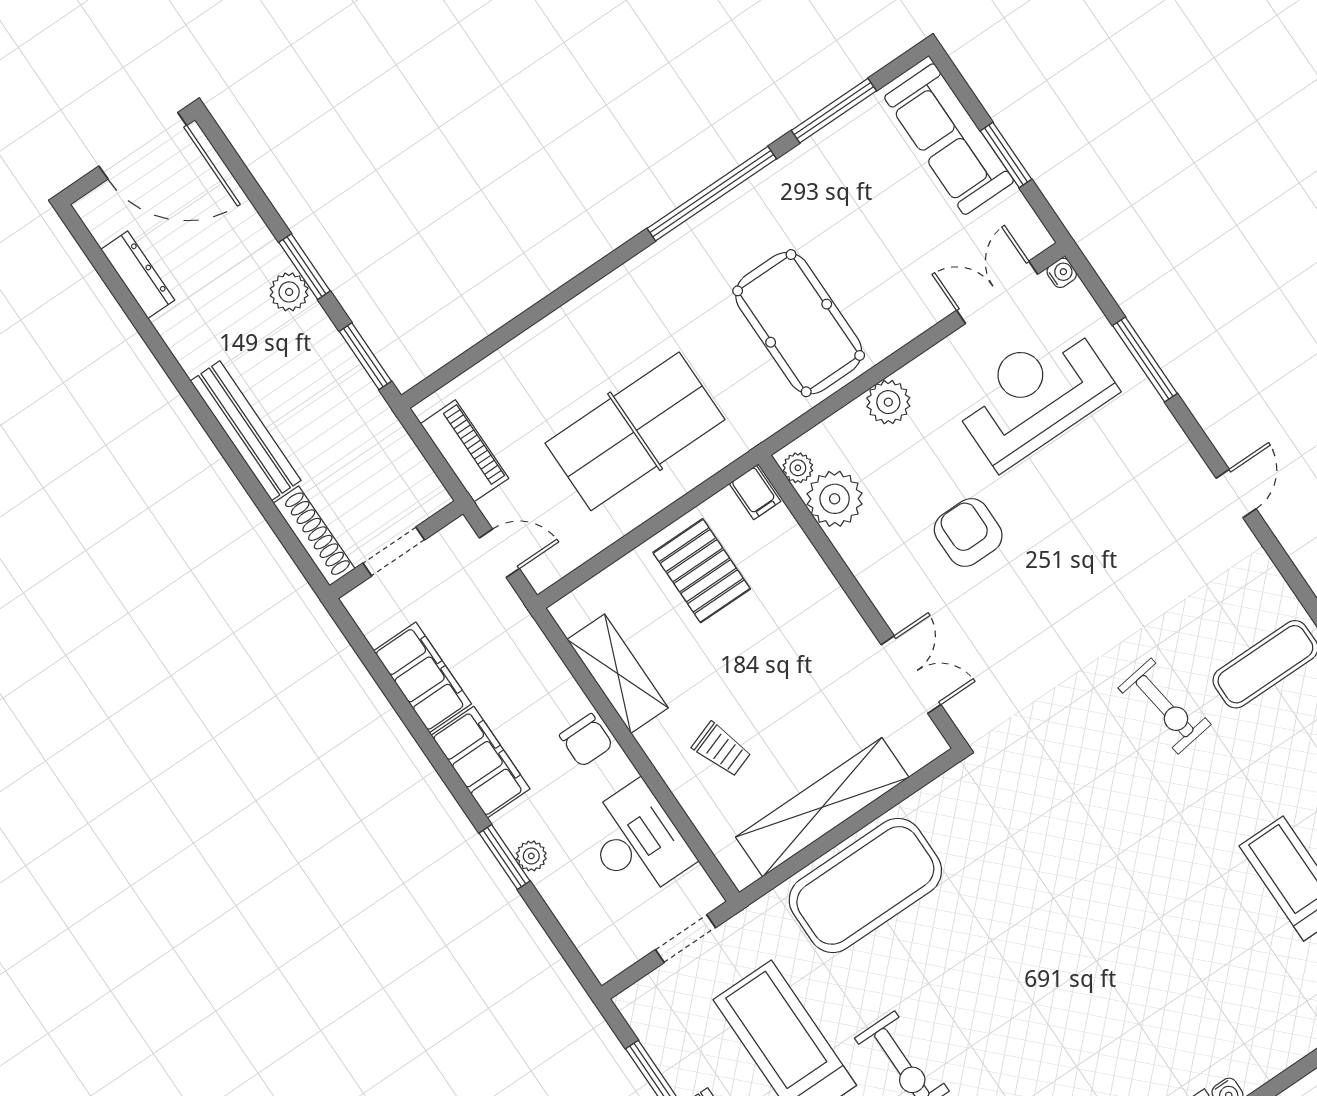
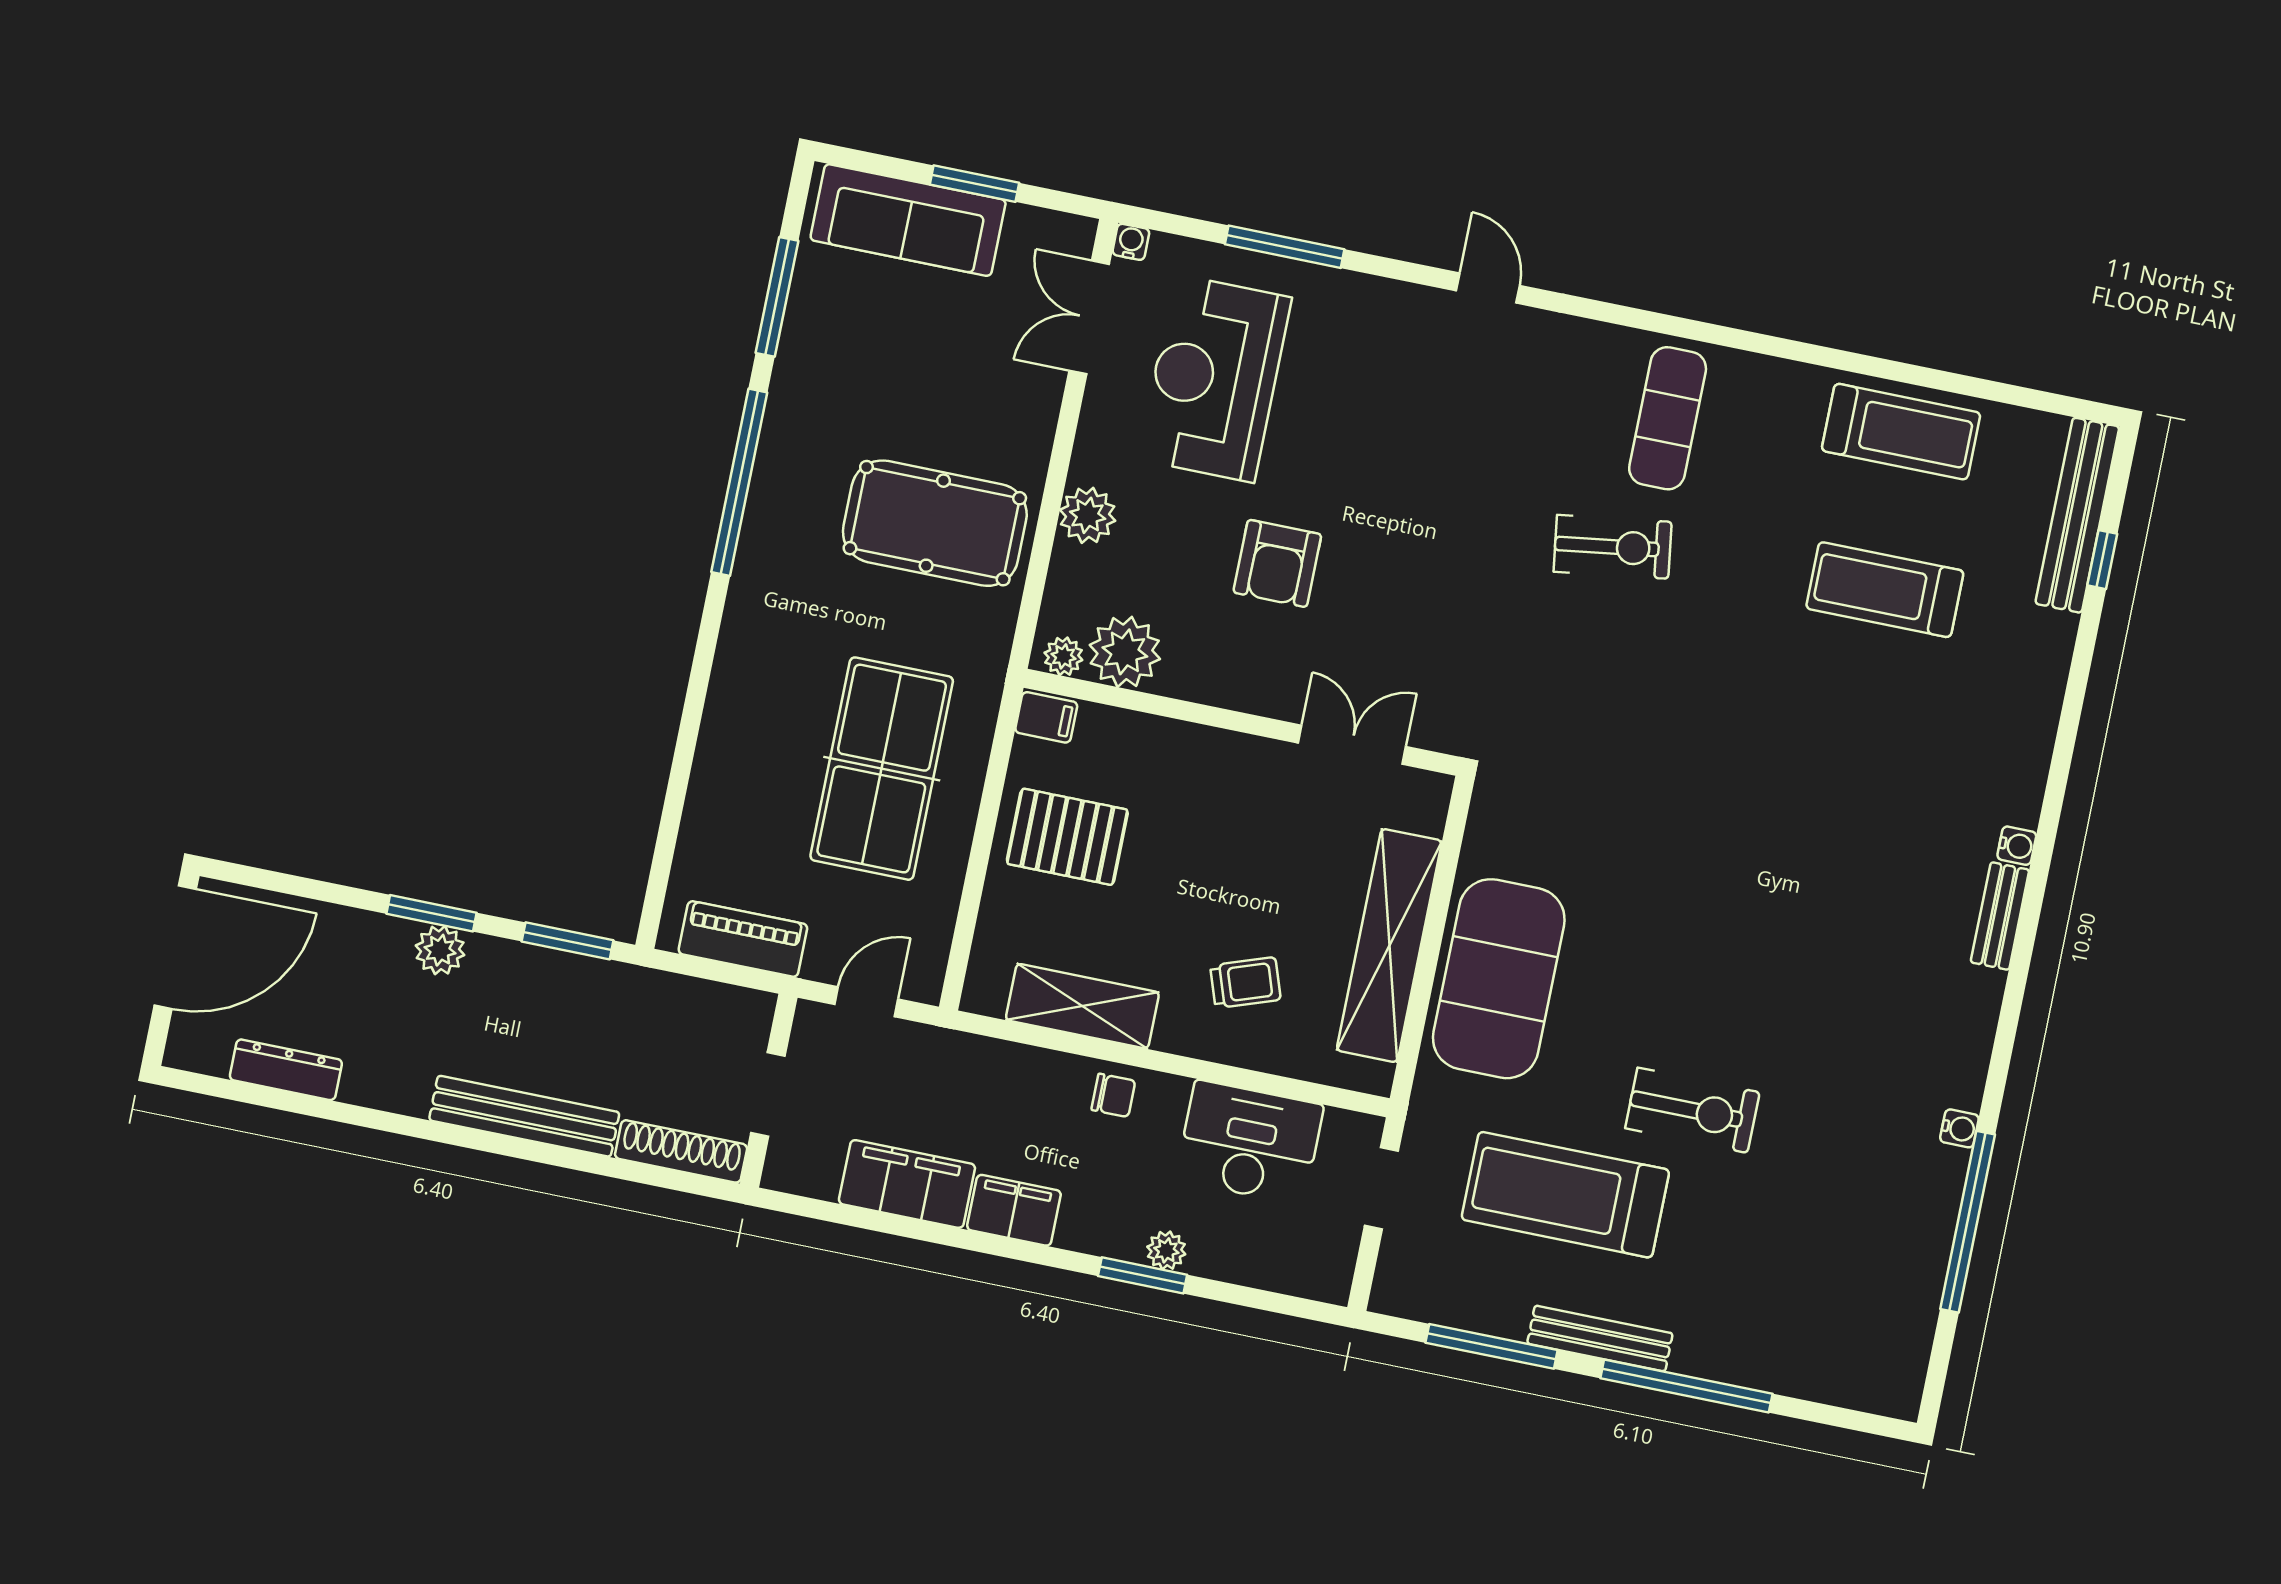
armchair: (968, 532) -> (1277, 563), turned -90
chair: (586, 740) -> (1113, 1095), width x0.73, depth x0.73
filing cabinet: (480, 762) -> (1014, 1210), width x0.67, depth x0.86

